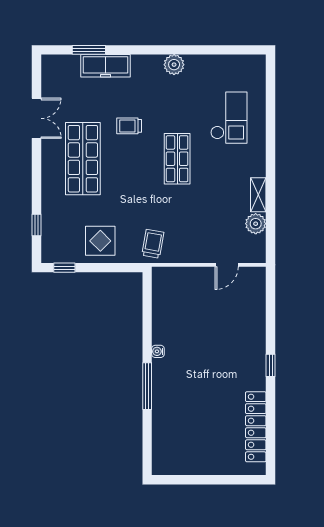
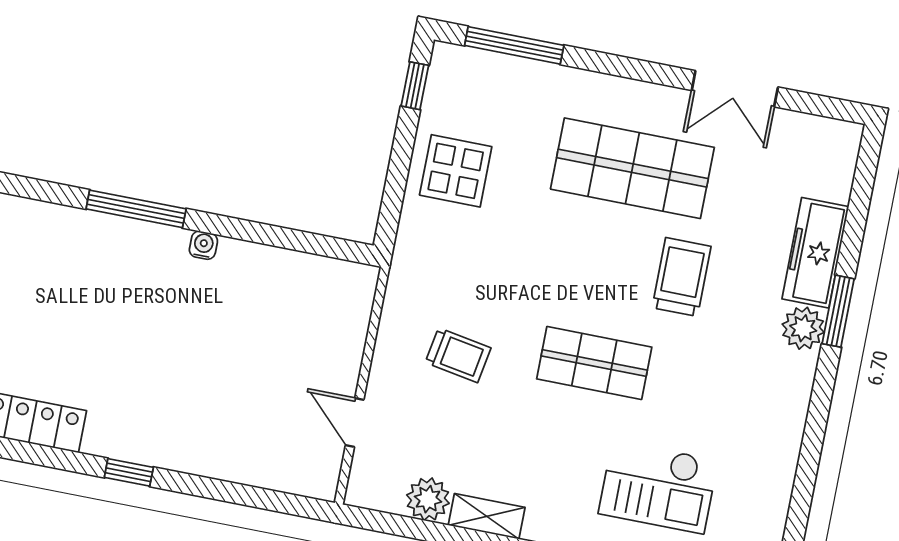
window: (89, 50) -> (838, 311), moved
plant: (174, 65) -> (803, 328), moved
trolley: (129, 126) -> (682, 277), width x1.36, depth x1.39
window: (37, 225) -> (514, 45), width x2.17
trolley: (153, 244) -> (458, 355), moved

